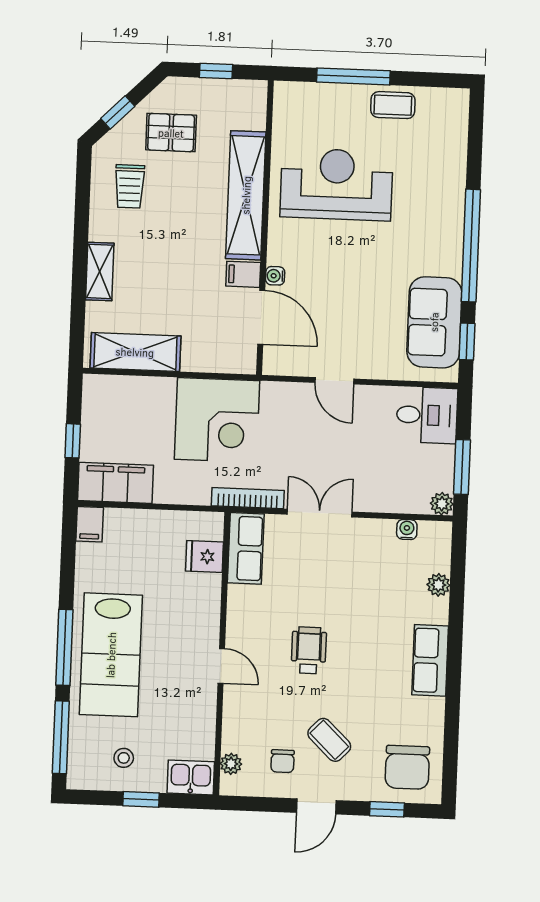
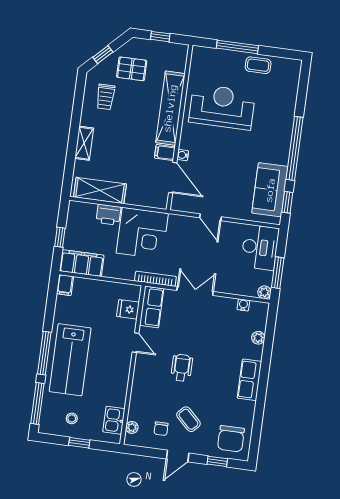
printer: (154, 393) -> (108, 215), added
desk: (427, 415) -> (260, 247), width x1.37
door: (221, 666) -> (136, 343), moved
kitchen sink: (191, 777) -> (114, 420), moved, turned -90

